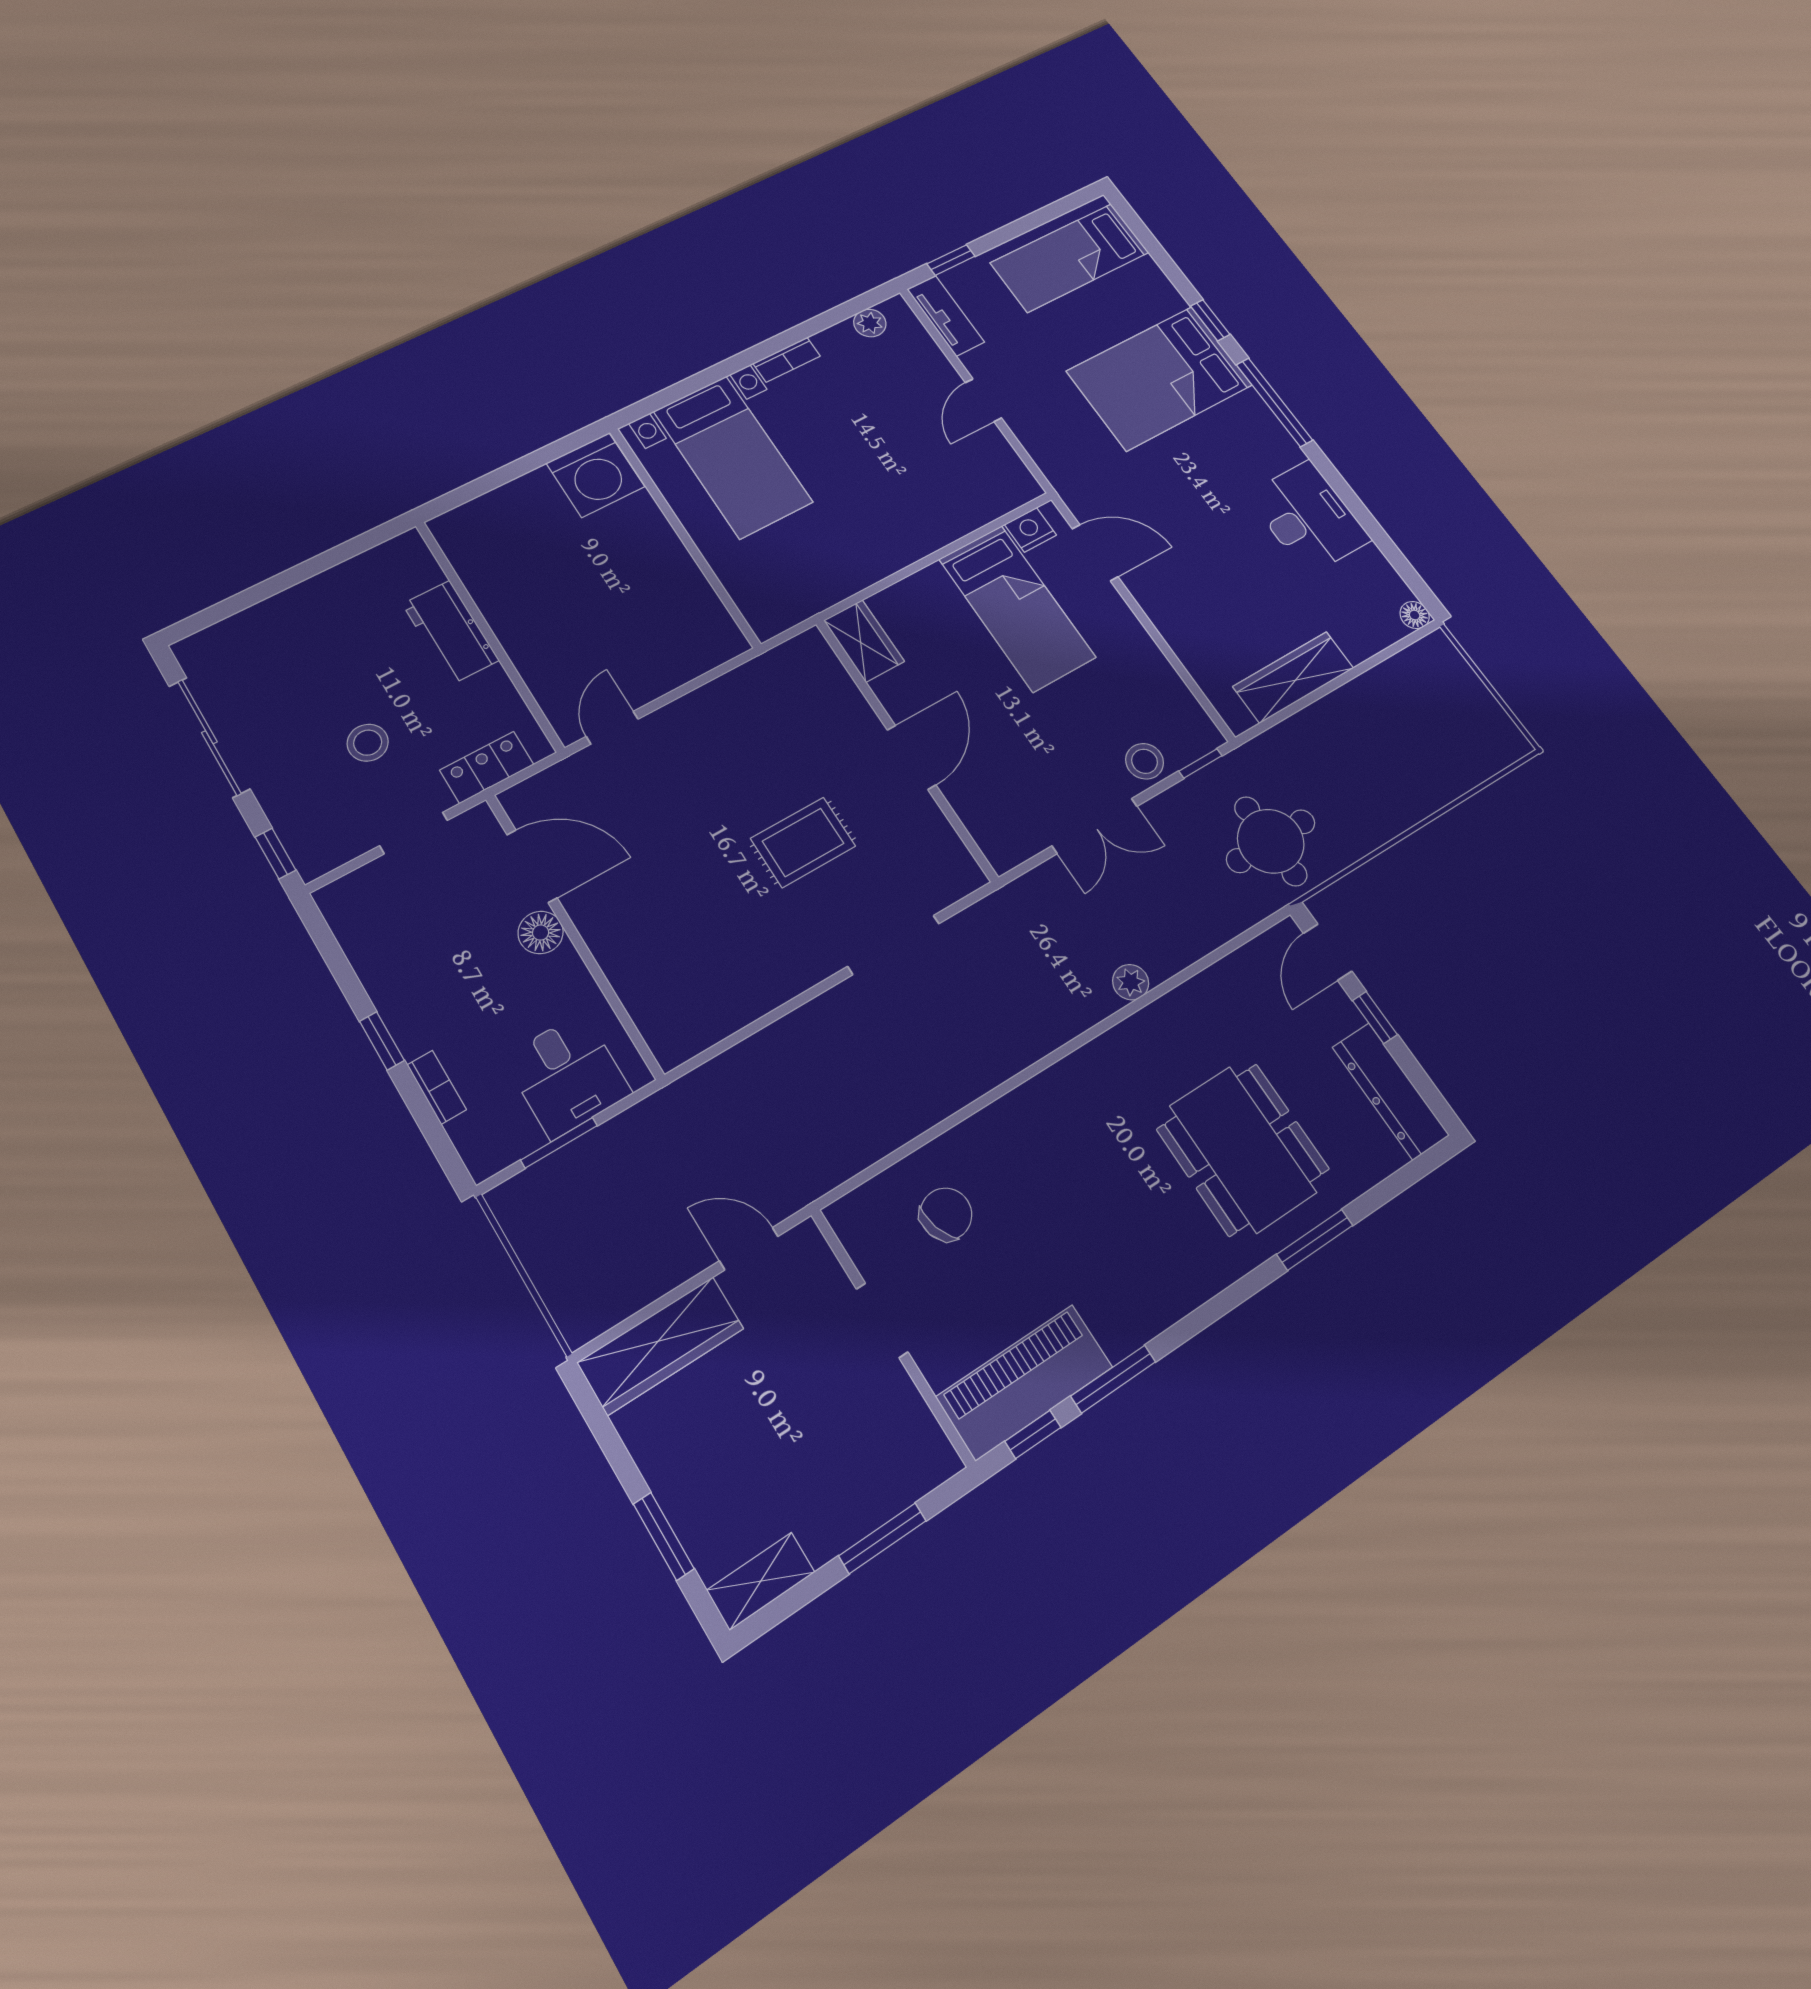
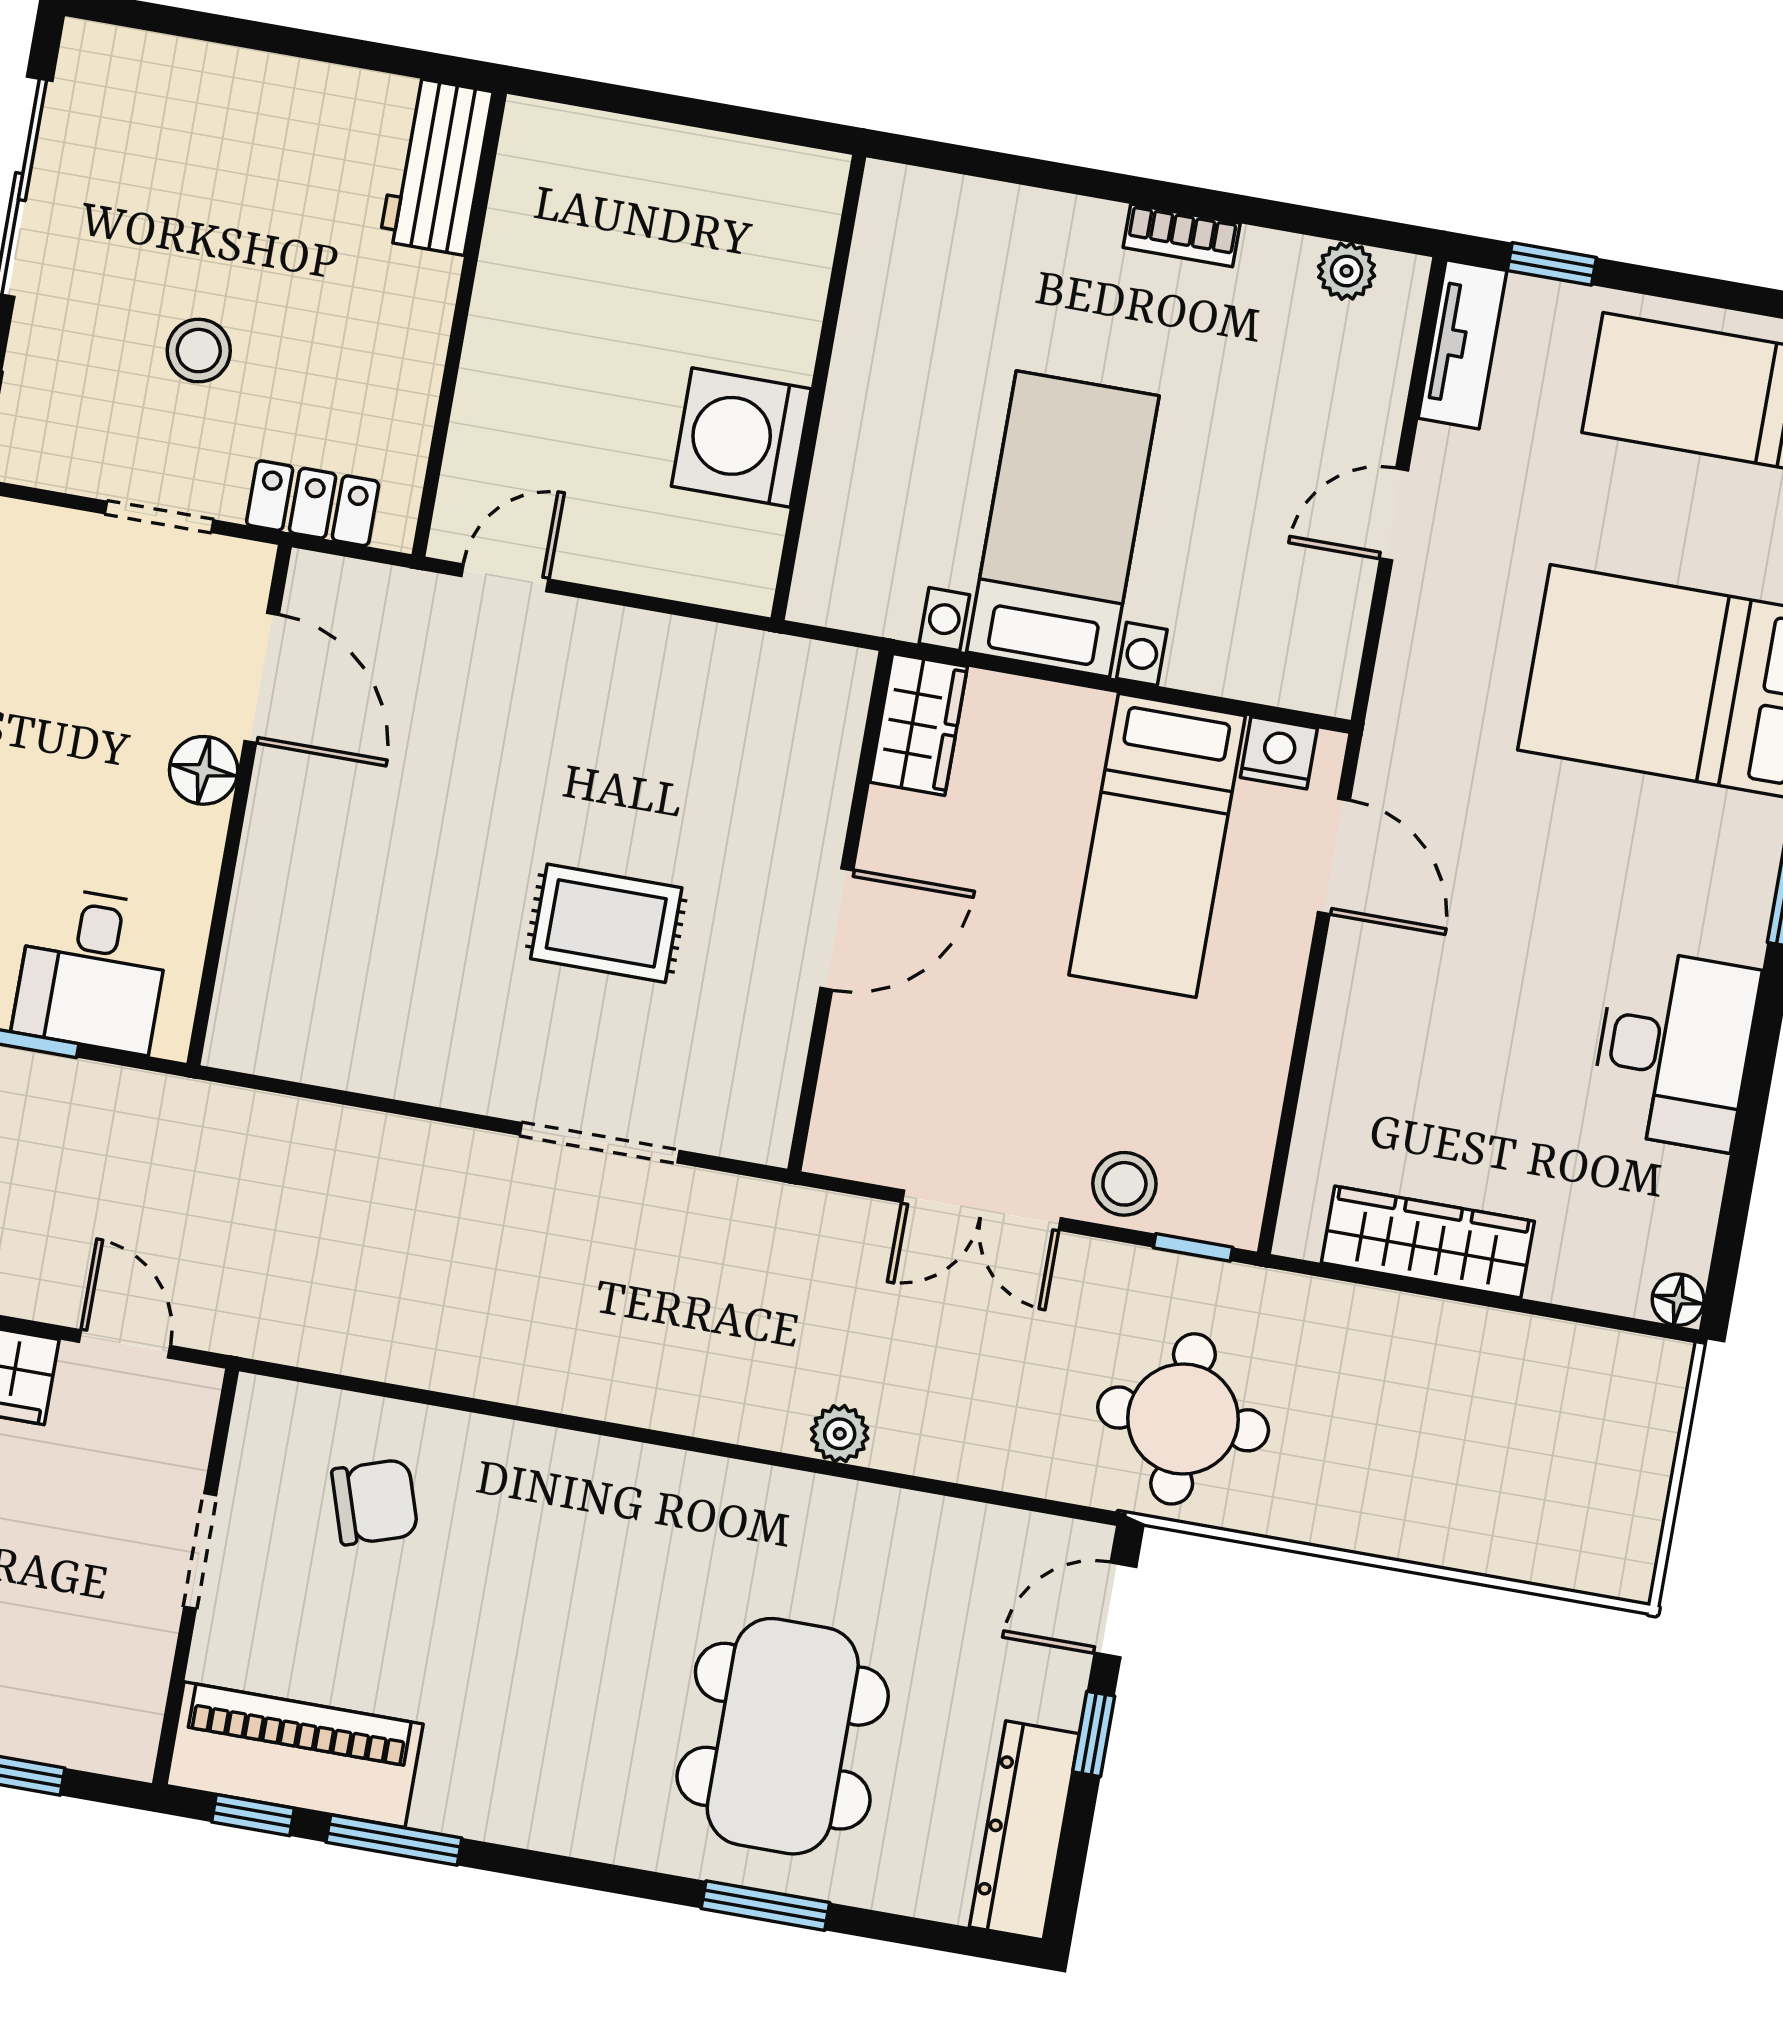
bed with nightstands: (733, 457) -> (1063, 524), moved, turned 180
washing machine: (595, 475) -> (741, 438), moved, turned 90
workbench: (451, 632) -> (436, 166), moved

